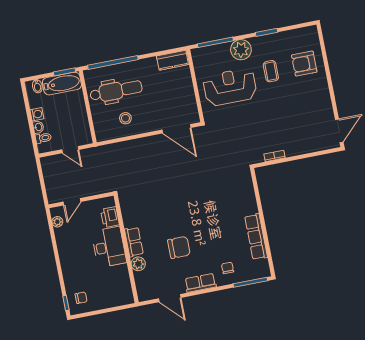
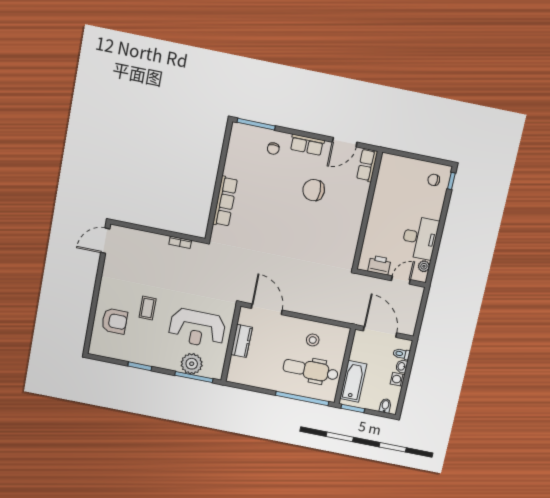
plant: (241, 50) -> (192, 364), moved
kitchen counter: (172, 60) -> (242, 341), moved, turned 90
coffee table: (271, 71) -> (148, 308), moved
bathtub: (62, 84) -> (353, 381), moved, turned 90
door: (70, 150) -> (380, 332), width x1.88
printer: (110, 217) -> (379, 265), moved, turned -90
row of seats: (256, 237) -> (225, 201), moved
row of seats: (134, 242) -> (367, 165), moved
desk: (109, 247) -> (420, 238), moved, turned 180
plant: (138, 264) -> (362, 190), removed
door: (170, 298) -> (345, 142), swing flipped

